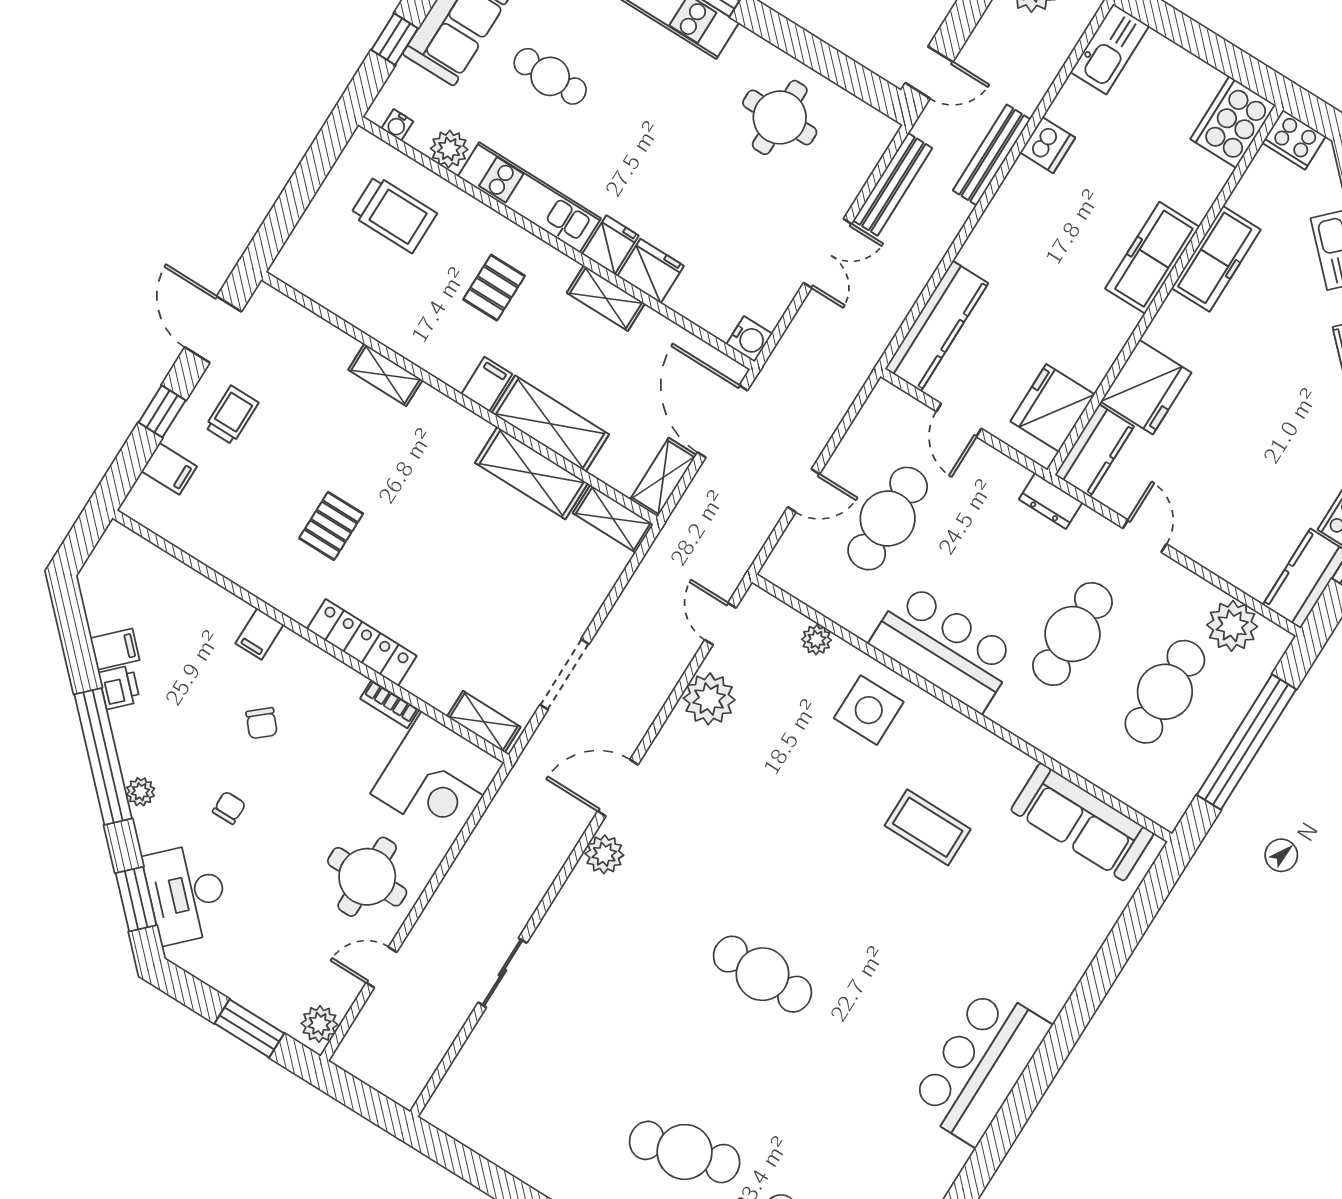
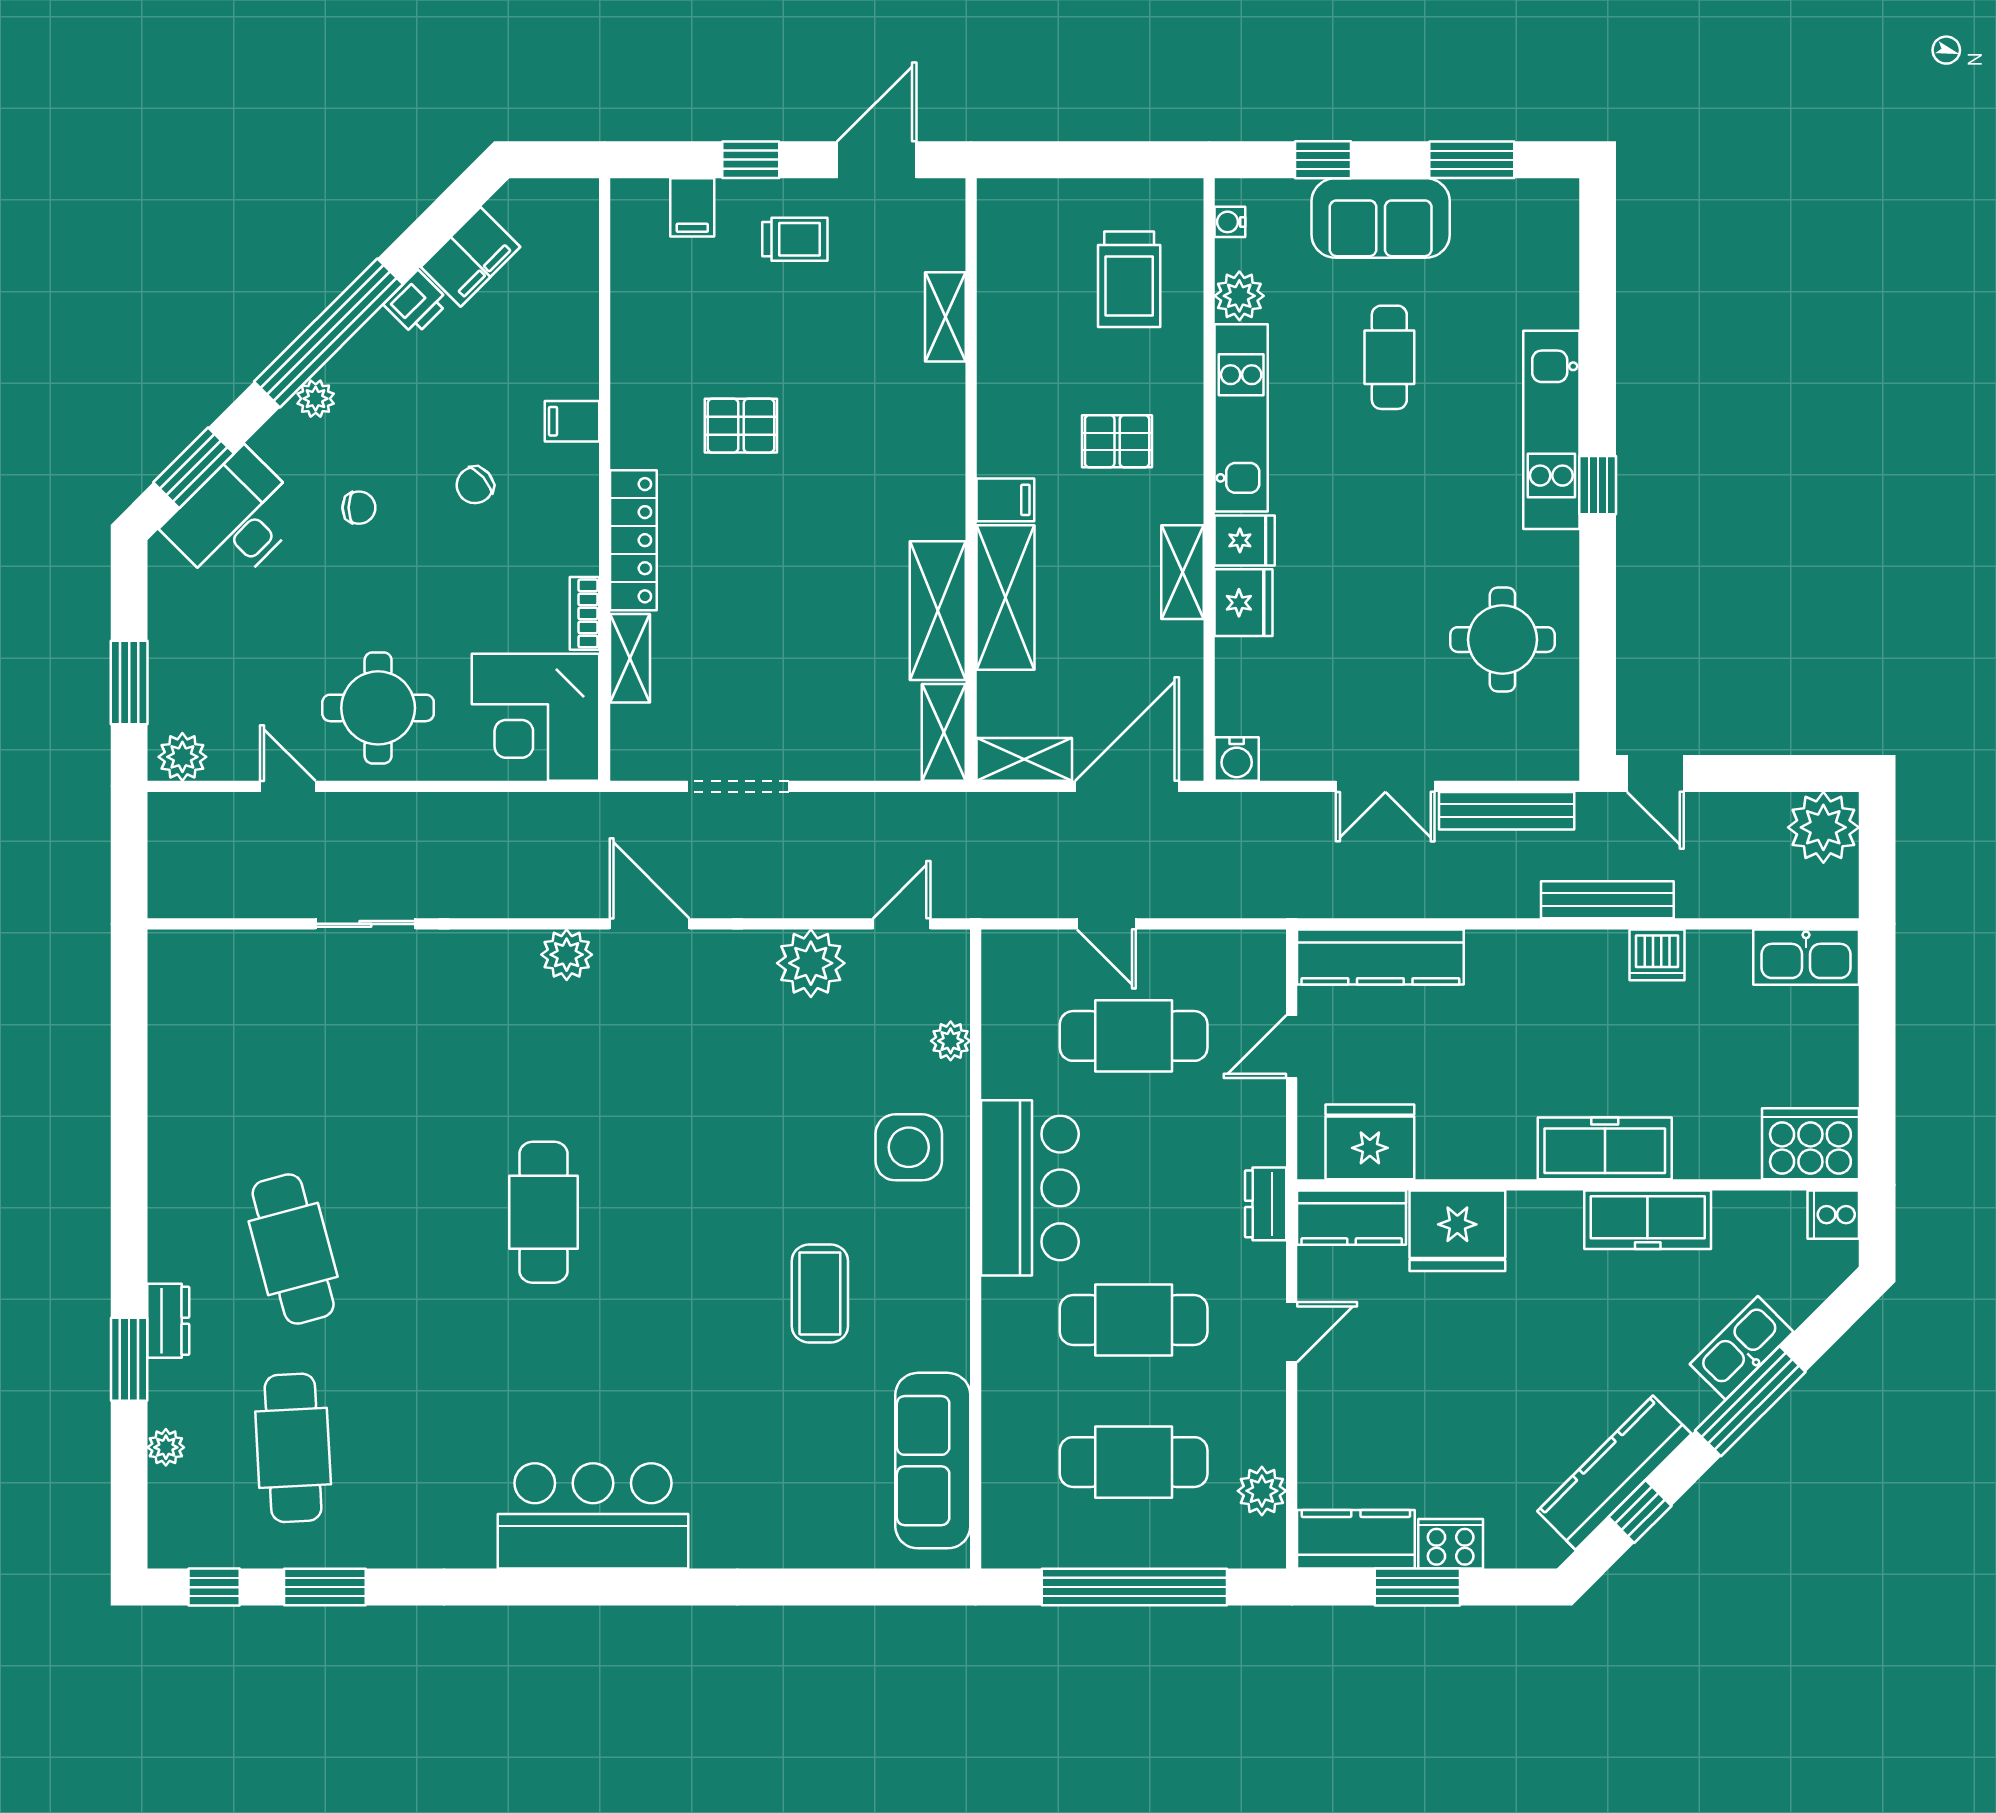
cooker: (1294, 140) -> (1833, 1215), width x0.73
shelving: (385, 375) -> (945, 317), moved
plant: (1232, 626) -> (1262, 1491), width x0.73, depth x0.73
filing cabinet: (115, 649) -> (470, 257), width x2.00
shelving: (484, 722) -> (630, 658), moved

